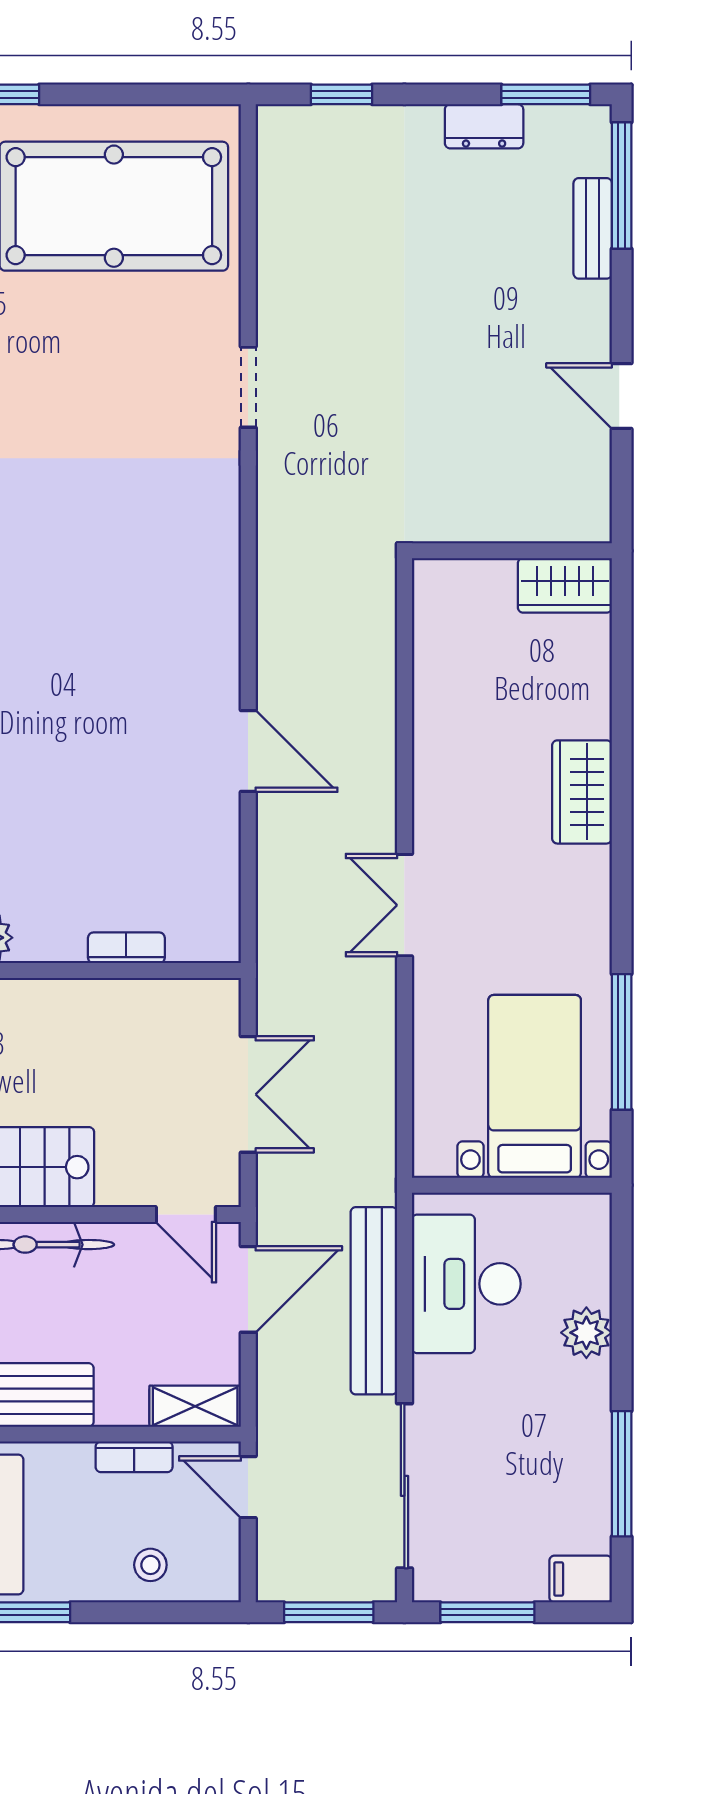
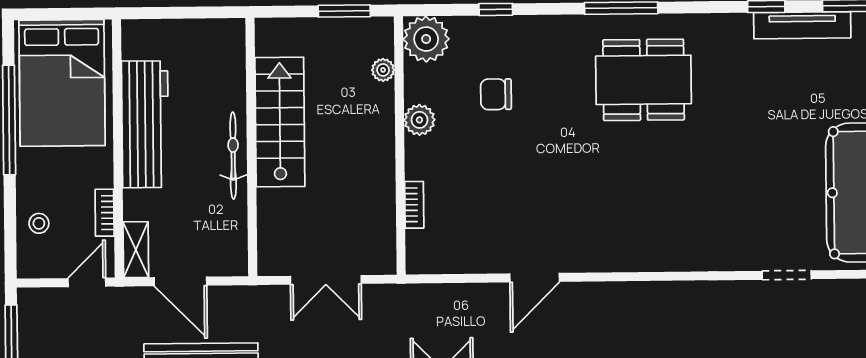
doorway: (248, 387) -> (787, 275), moved
door: (186, 1214) -> (252, 243), removed
door: (248, 1289) -> (180, 281), moved

